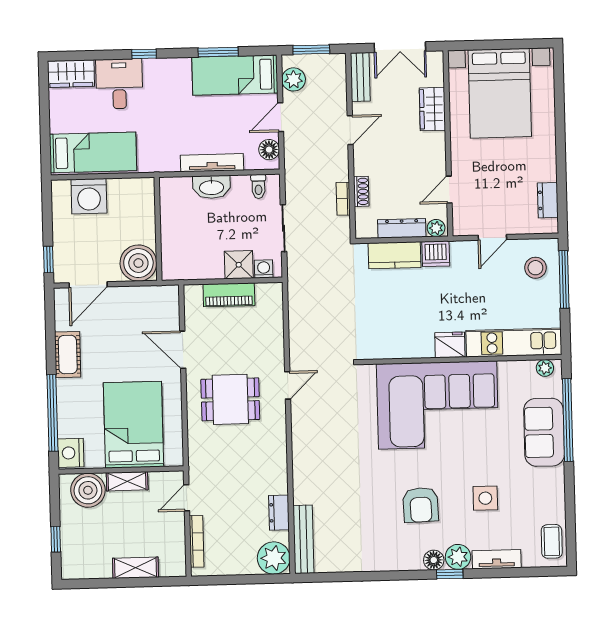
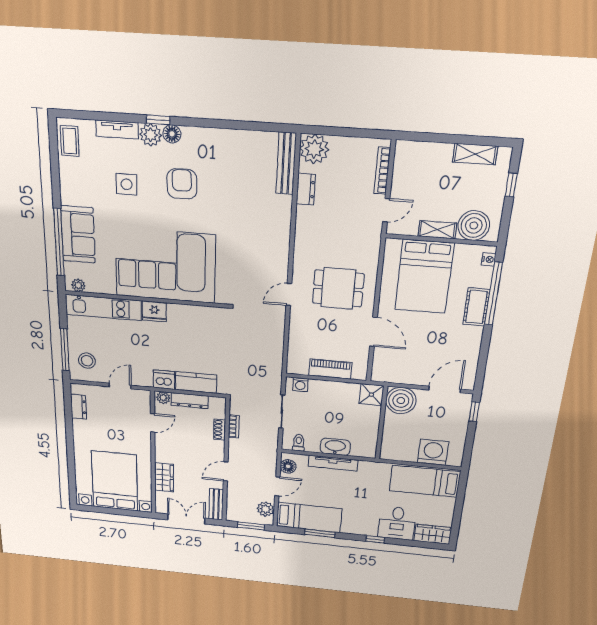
shower: (239, 265) -> (371, 395), moved
cot: (68, 355) -> (476, 307), moved
nightstand: (71, 453) -> (489, 259), width x0.53, depth x0.56
shelving: (136, 568) -> (475, 154), moved

